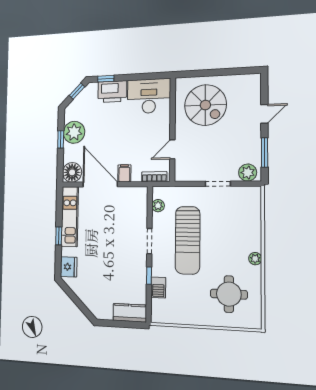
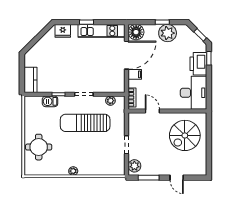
round table: (229, 294) -> (39, 147), moved

